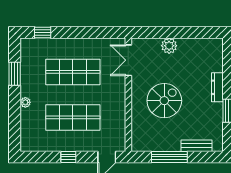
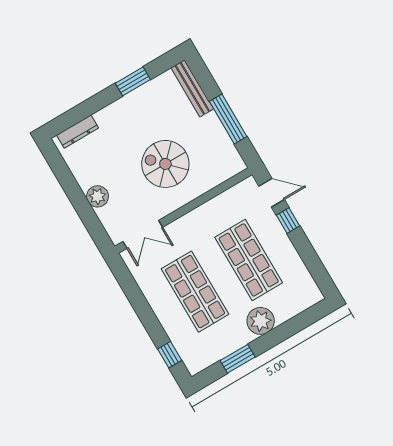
dresser: (217, 87) -> (78, 132), moved
plant: (25, 102) -> (261, 321), width x1.88, depth x1.88
bench: (196, 146) -> (192, 88), width x1.36
window: (68, 157) -> (288, 221), moved

